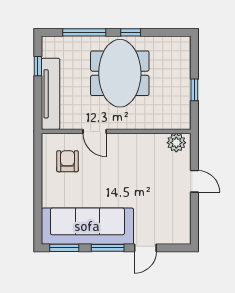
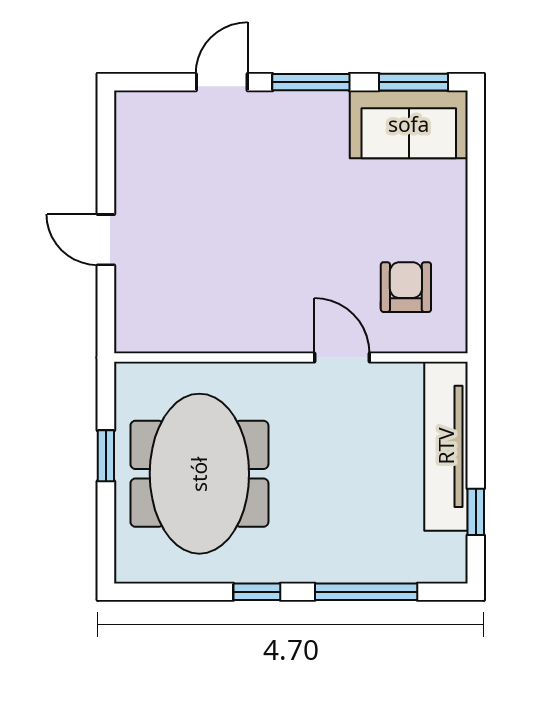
meeting table: (120, 73) -> (199, 474), moved
plant: (176, 143) -> (149, 331), removed
armchair: (67, 161) -> (406, 287), turned 180
sofa: (87, 226) -> (409, 124), width x0.54, depth x0.79

